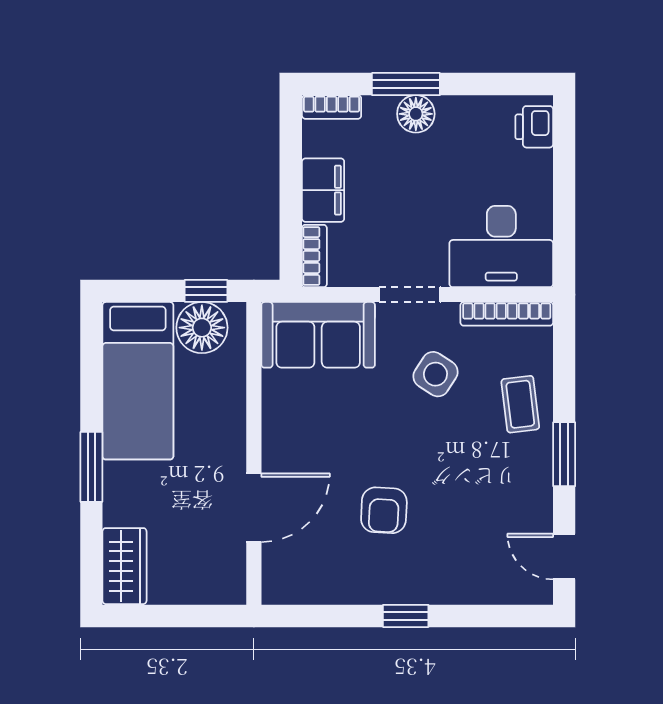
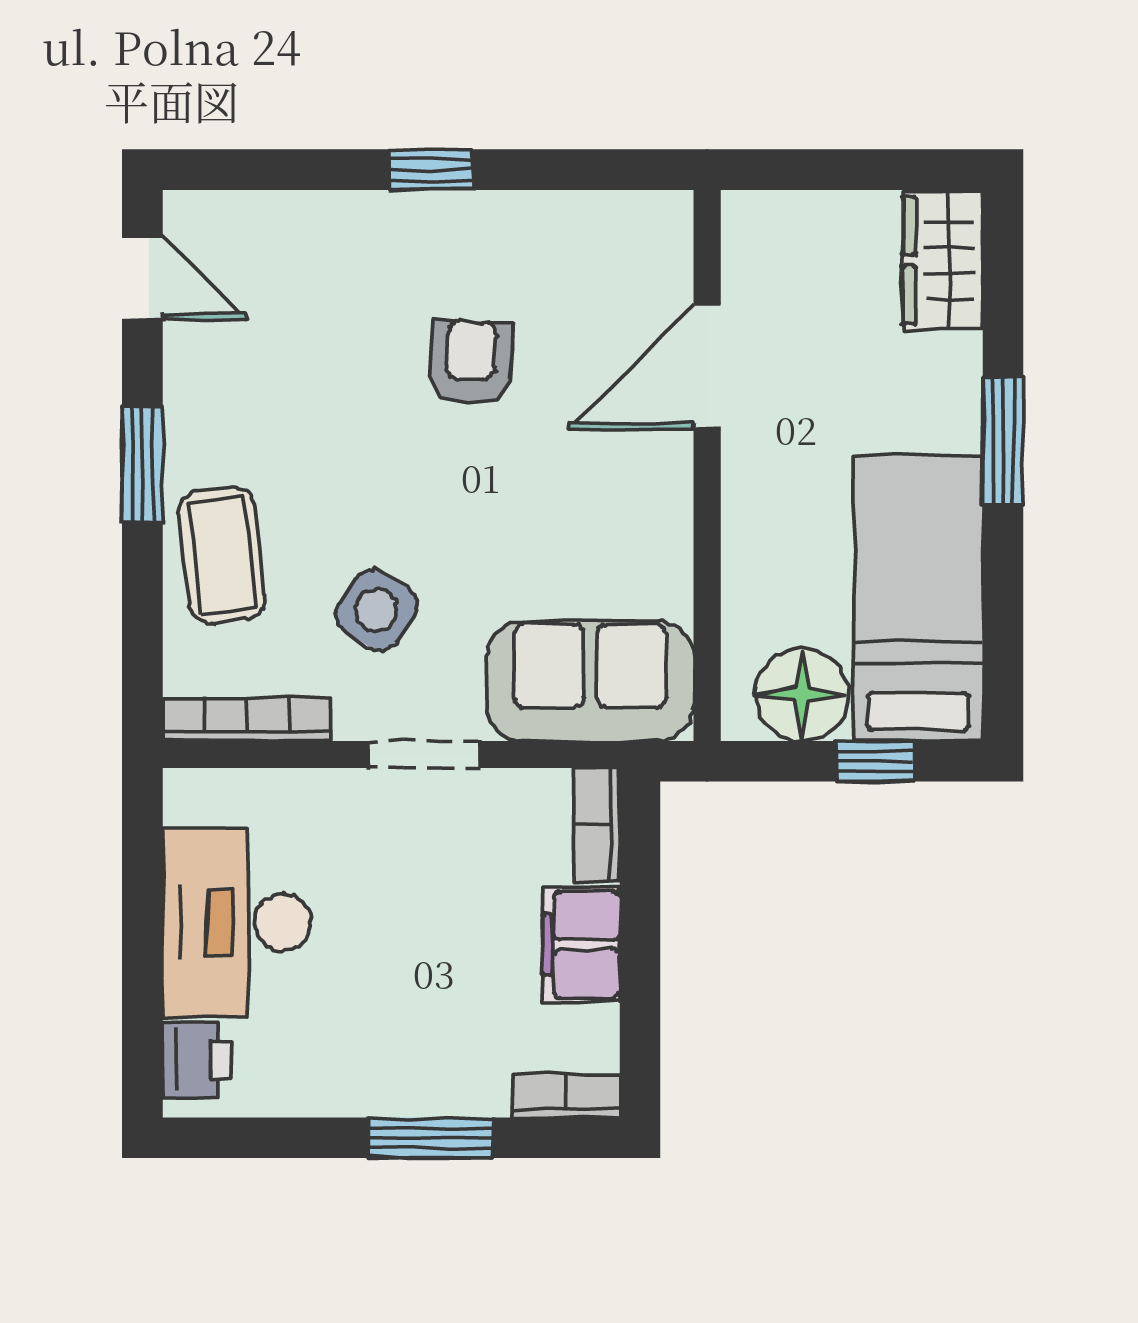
floor lamp: (416, 114) -> (412, 1083), removed
desk: (501, 246) -> (237, 923), moved, turned -90
window: (206, 291) -> (876, 761), moved
coffee table: (520, 404) -> (222, 555), width x1.36, depth x1.30

